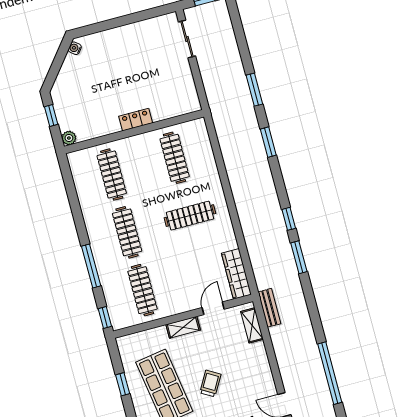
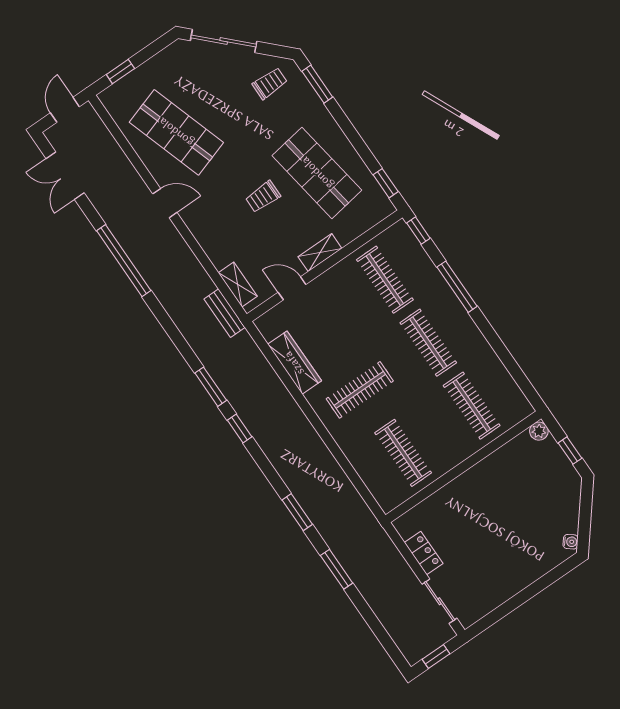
locker: (136, 120) -> (424, 553), moved, turned -90
wardrobe: (236, 274) -> (294, 363), moved
door: (213, 308) -> (292, 288), swing flipped
trolley: (210, 383) -> (263, 197), turned 60
window: (123, 384) -> (386, 183), moved

